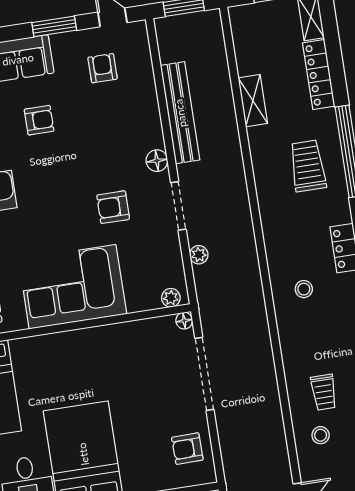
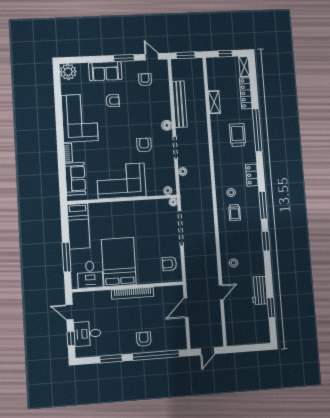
armchair: (113, 207) -> (144, 145), turned 90
trolley: (324, 392) -> (235, 213), moved

